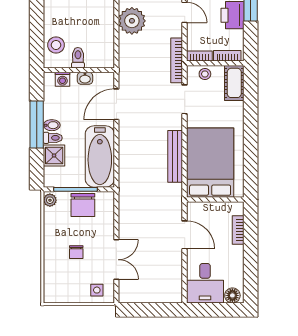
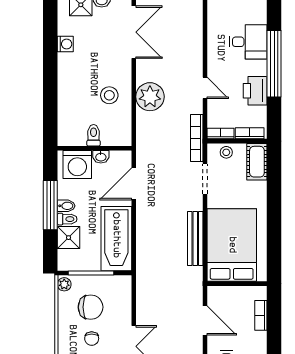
stool: (56, 45) -> (109, 95), moved
washing machine: (63, 79) -> (77, 165), width x1.89, depth x1.89
chair: (83, 205) -> (91, 307), moved, turned -90

